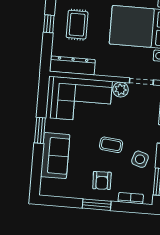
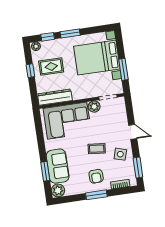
rug: (77, 25) -> (51, 67), turned 90
window: (40, 130) -> (45, 171), moved
plant: (48, 187) -> (58, 190), added

